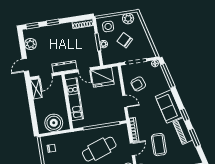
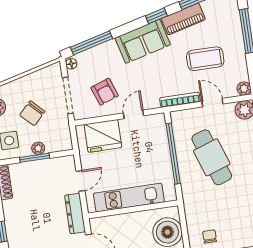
fridge: (103, 77) -> (103, 136), moved, turned 90

